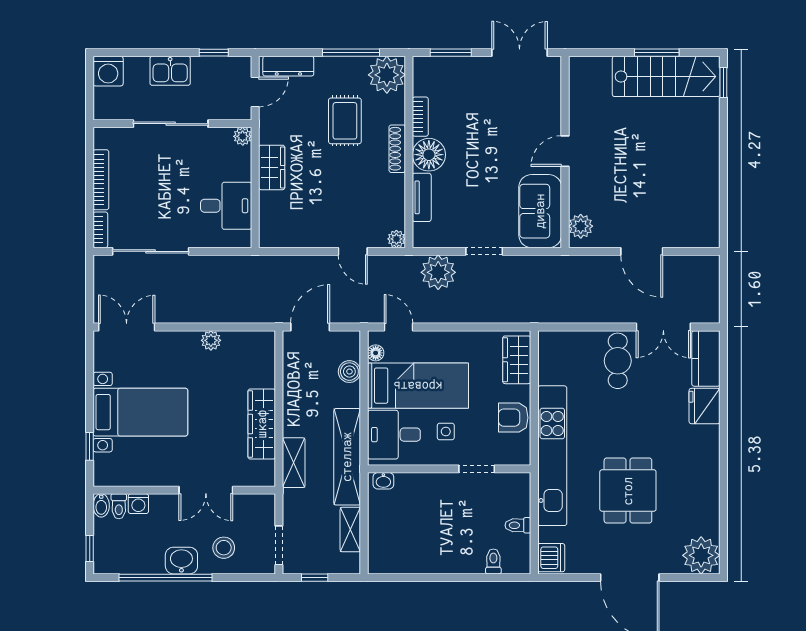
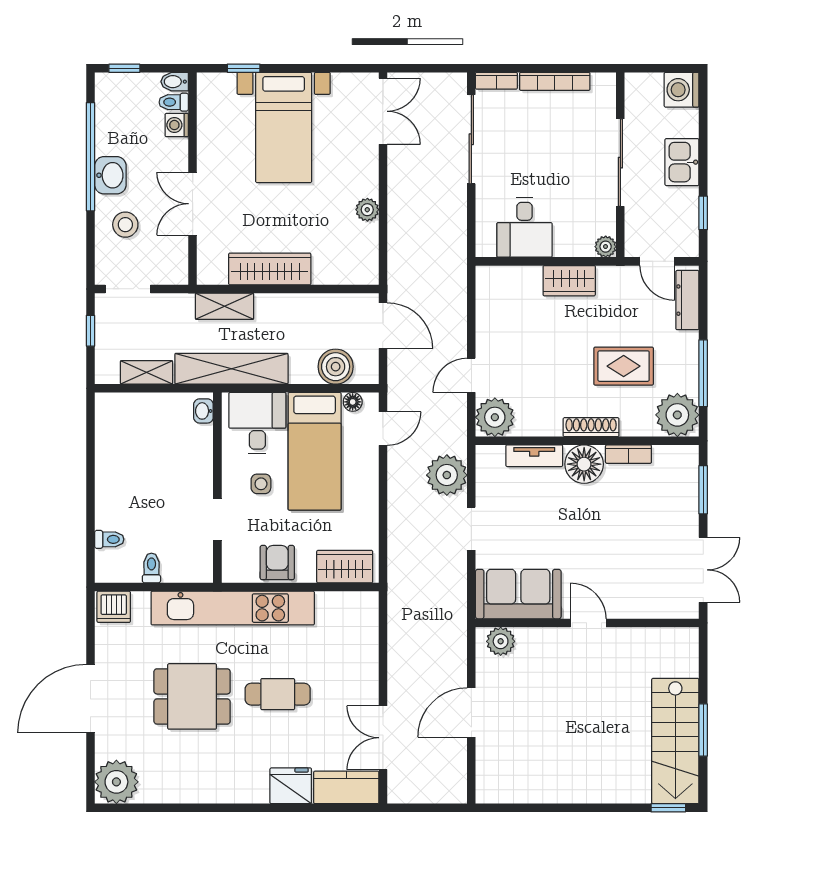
plant: (396, 239) -> (495, 417), width x1.88, depth x1.88
cafe table: (618, 361) -> (278, 694), moved
boiler: (349, 372) -> (336, 367), width x1.36, depth x1.36

